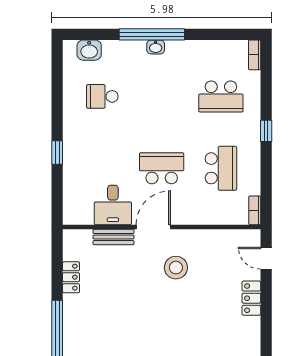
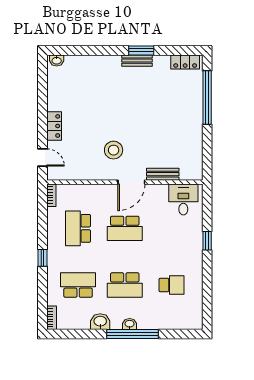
washbasin: (89, 50) -> (100, 322), moved
school desk: (162, 96) -> (125, 285), added
desk: (113, 205) -> (183, 199), moved
locker: (71, 277) -> (196, 142), removed

